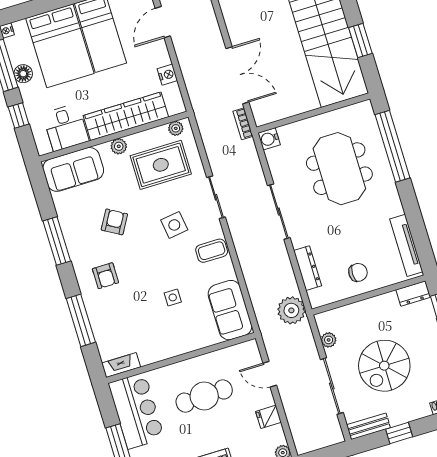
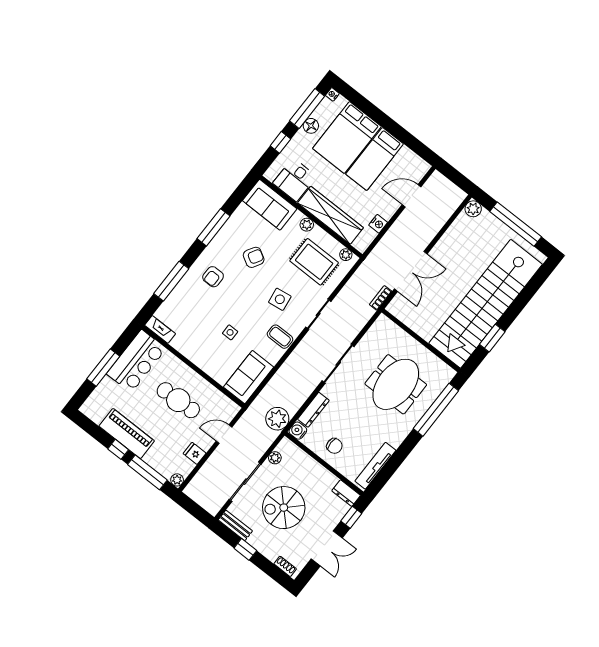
water cooler: (269, 139) -> (298, 431), moved
door: (270, 374) -> (224, 434), hinge flipped

